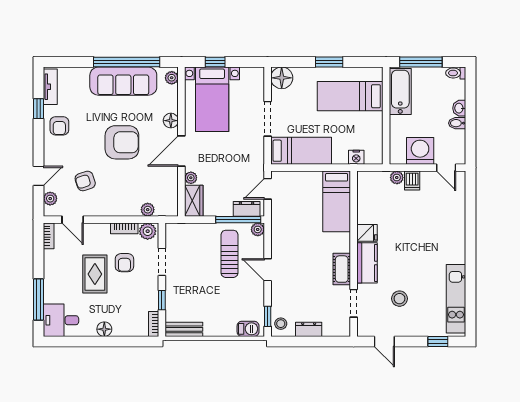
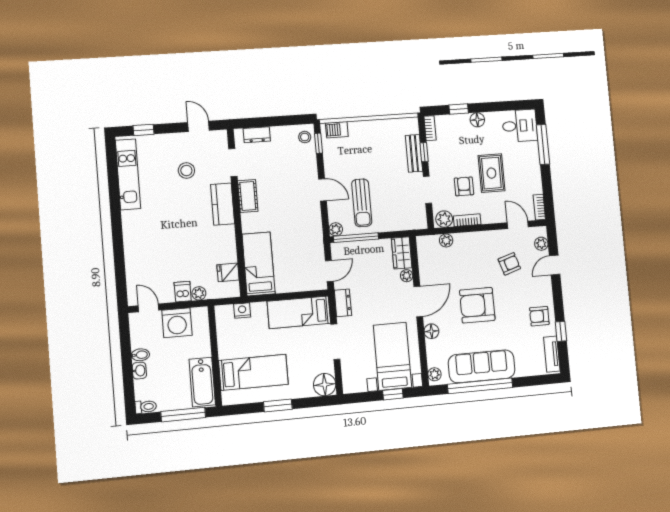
armchair: (59, 126) -> (539, 316), turned -90
dresser: (247, 209) -> (343, 303), moved, turned -90
fridge: (367, 233) -> (228, 272), moved
bench: (184, 329) -> (414, 153), moved, turned 90
dresser: (309, 329) -> (257, 135), moved
window: (123, 341) -> (459, 109), added

